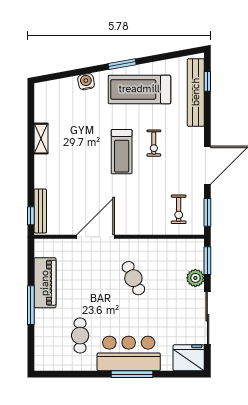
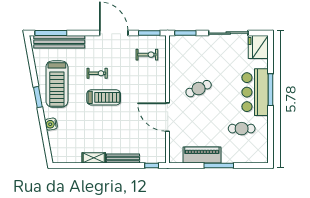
window: (207, 81) -> (51, 33), width x2.17
bench: (40, 211) -> (123, 159), moved
plant: (195, 278) -> (198, 42), removed

